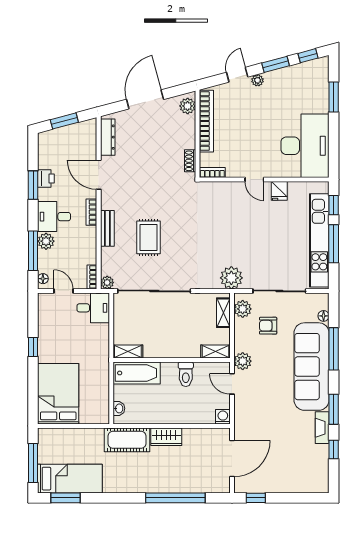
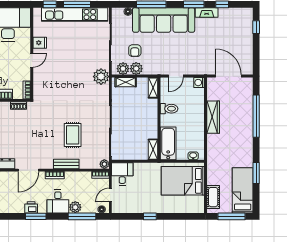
rug: (148, 237) -> (73, 135), turned 90
plant: (243, 361) -> (136, 69), moved
bed: (58, 394) -> (183, 181), moved
wardrobe: (166, 437) -> (213, 117), width x1.50
cot: (127, 440) -> (213, 197), moved, width x0.73, depth x0.75
window: (65, 498) -> (256, 173), moved
window: (256, 498) -> (256, 27), moved

